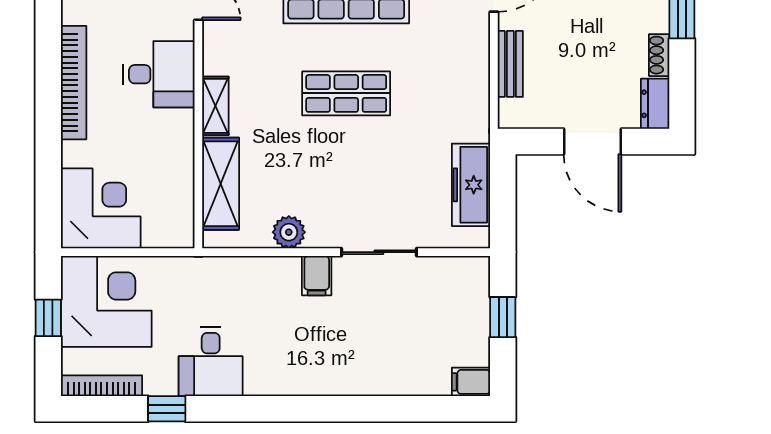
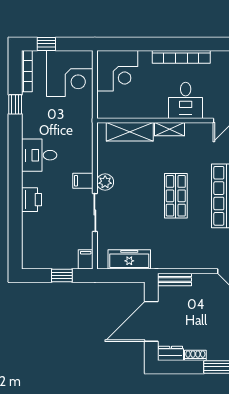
bench: (510, 64) -> (175, 279), moved
door: (593, 142) -> (151, 321), width x1.36
plant: (289, 232) -> (105, 182), moved
window: (48, 318) -> (46, 44), moved
desk: (211, 362) -> (39, 155), moved
printer: (354, 377) -> (31, 200), added
filing cabinet: (471, 382) -> (86, 259), moved

